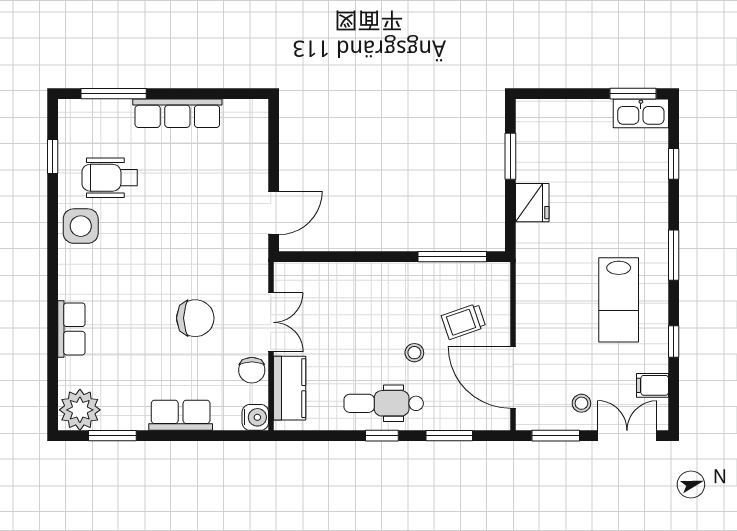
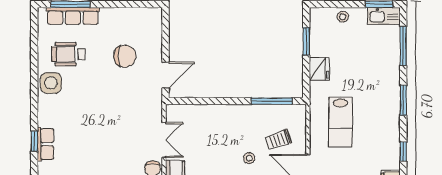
row of seats: (177, 113) -> (73, 16), moved
stool: (572, 115) -> (343, 17), added
window: (53, 156) -> (34, 141), moved
window: (674, 164) -> (403, 46), width x2.17
lab bench: (619, 300) -> (341, 122), moved
chair: (195, 318) -> (125, 56), moved

